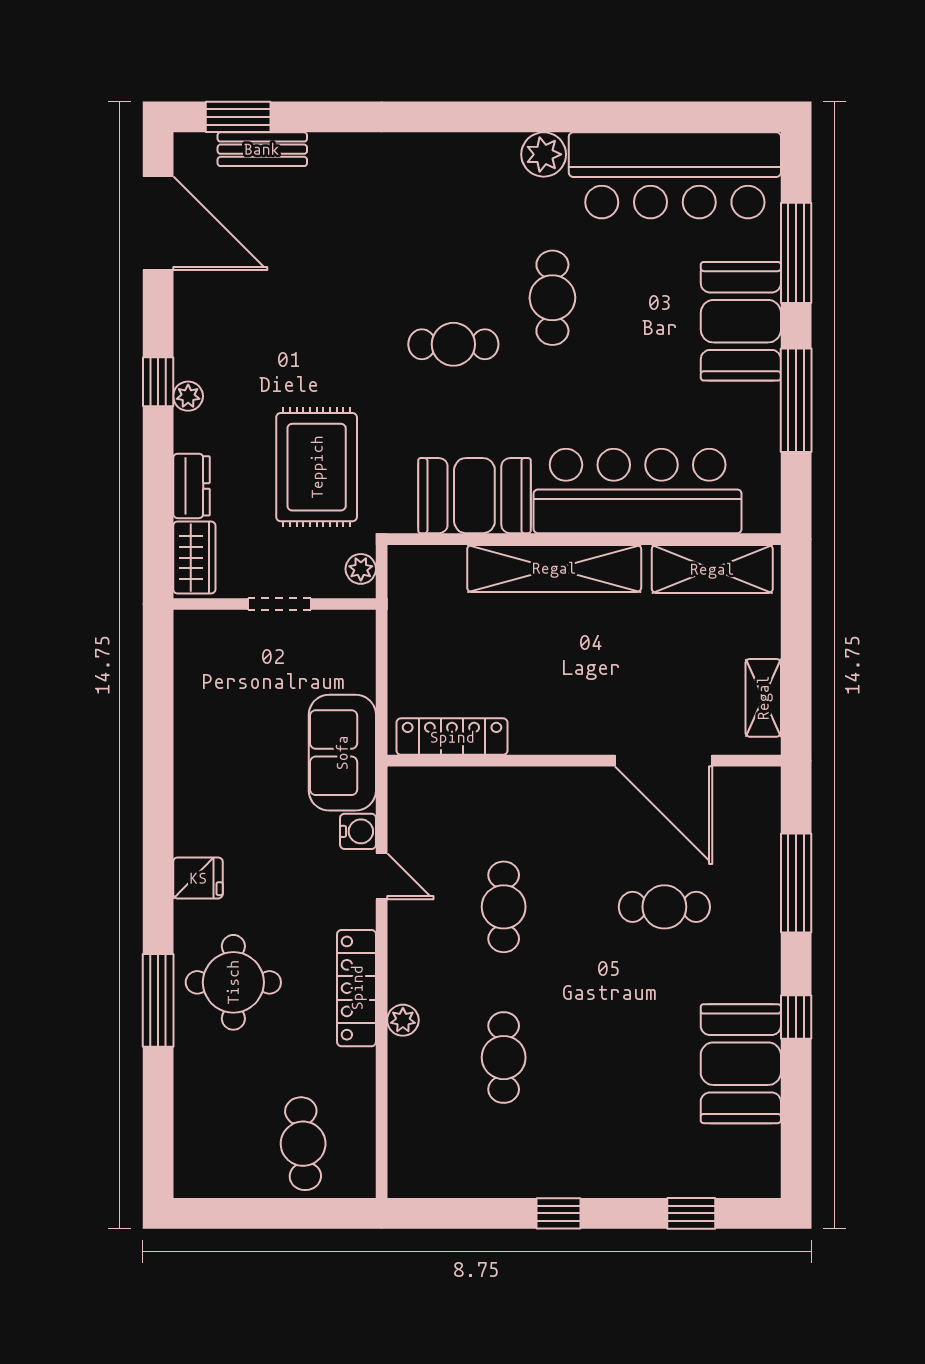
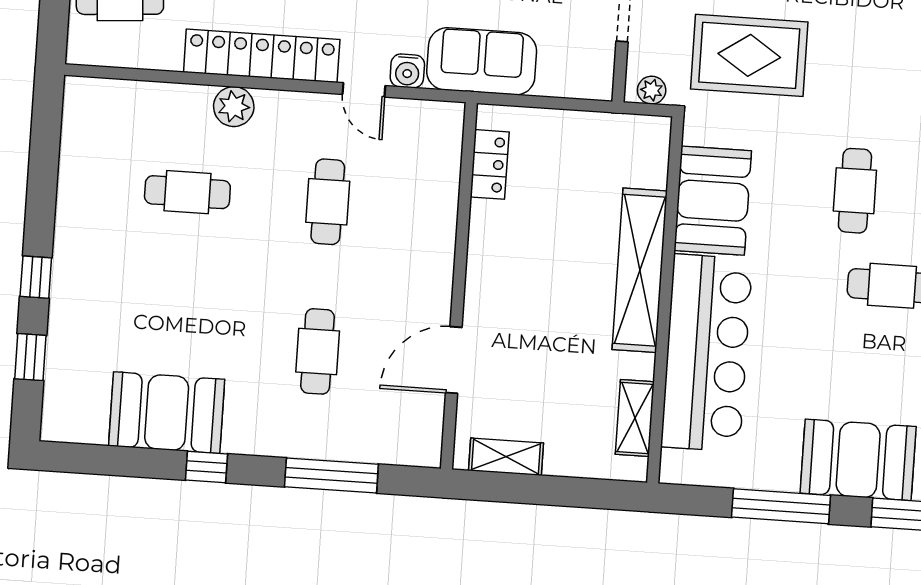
shelving: (712, 569) -> (635, 418), width x0.67, depth x0.75
locker: (452, 737) -> (490, 164), width x0.66
door: (664, 761) -> (454, 360), width x0.73
door: (382, 876) -> (364, 90), hinge flipped
cafe table: (504, 907) -> (328, 202), turned 90
locker: (357, 988) -> (262, 56), width x1.41, depth x1.21
plant: (403, 1020) -> (234, 107), width x1.38, depth x1.38
window: (558, 1213) -> (36, 277), moved

